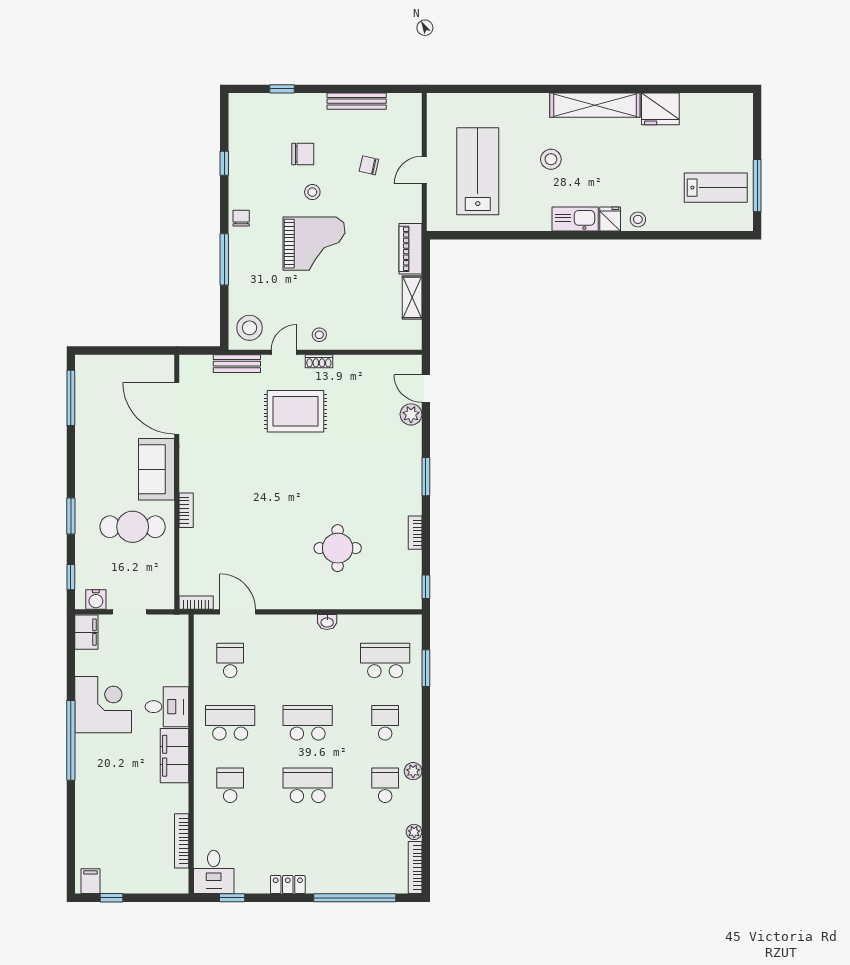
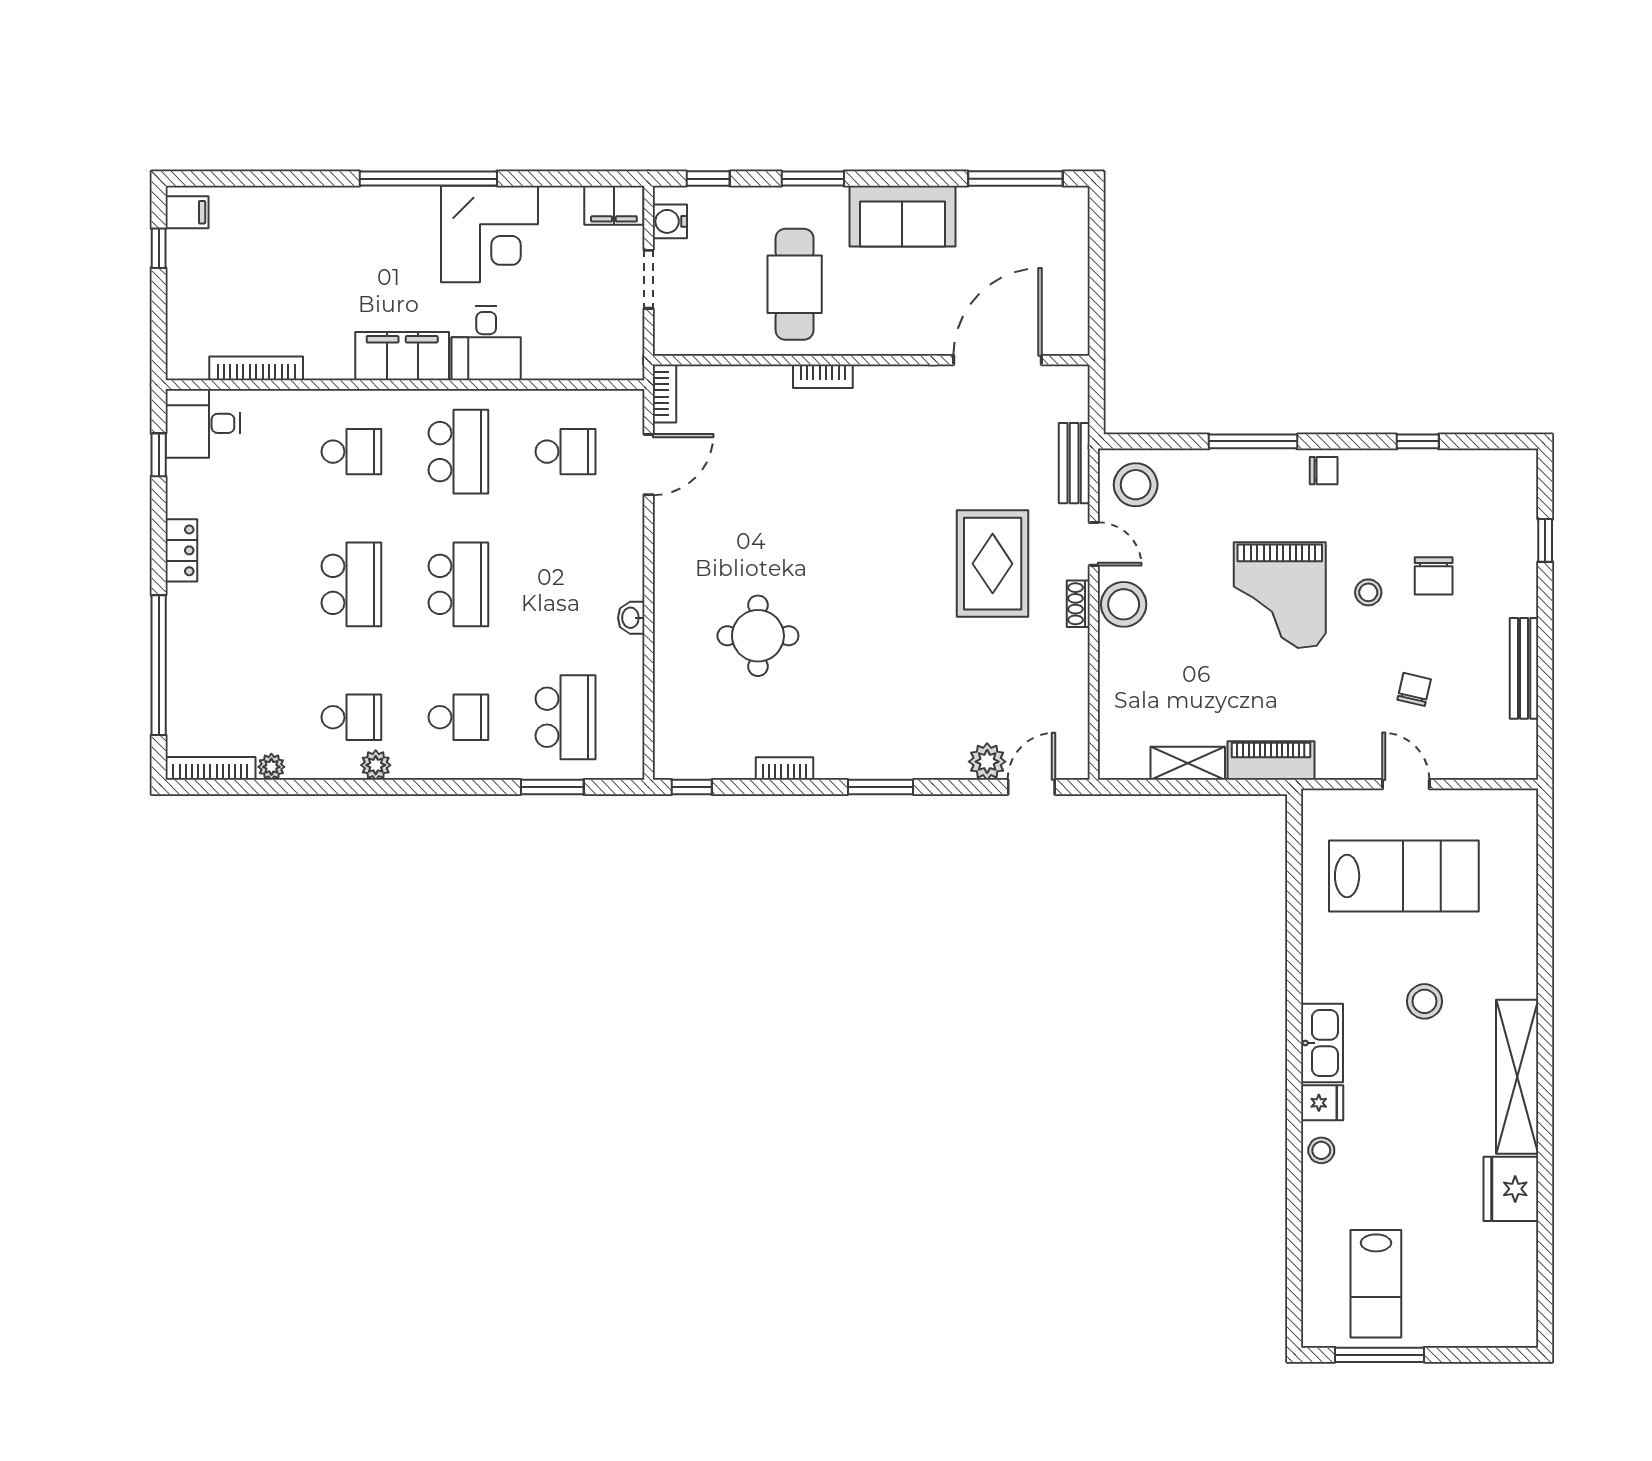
stool: (319, 335) -> (1124, 604), width x1.89, depth x1.89
sofa: (156, 469) -> (902, 216), moved, turned 180

